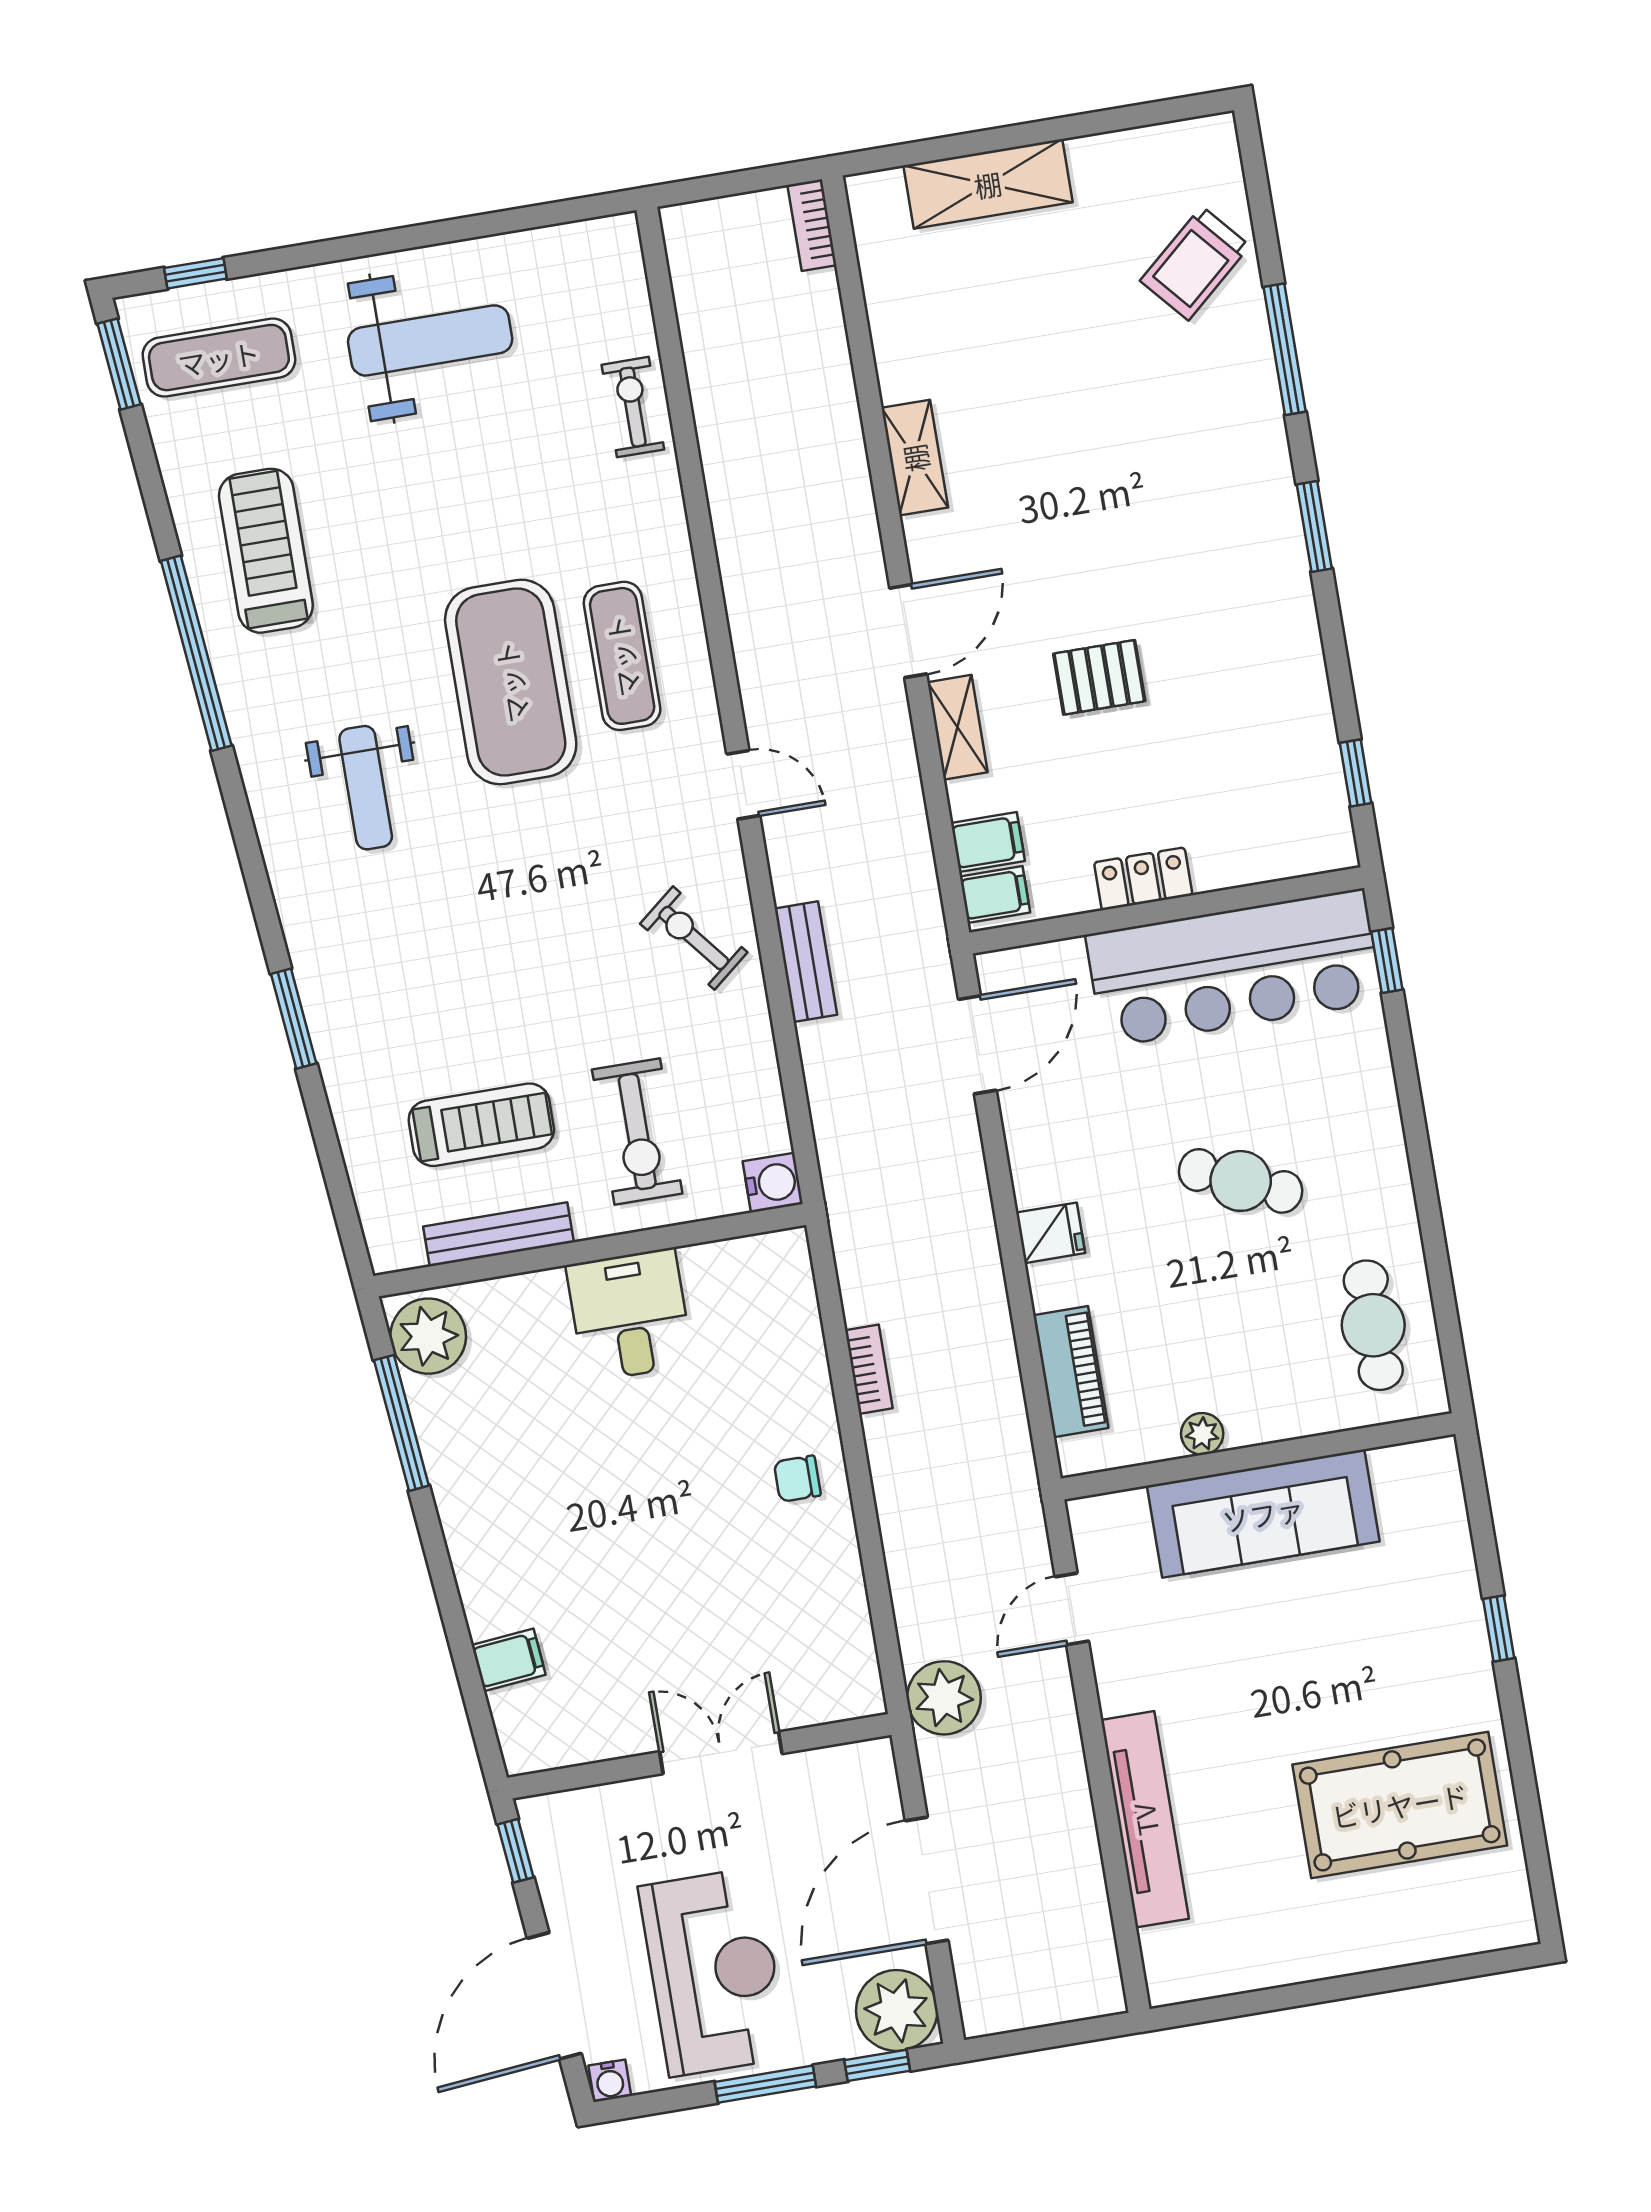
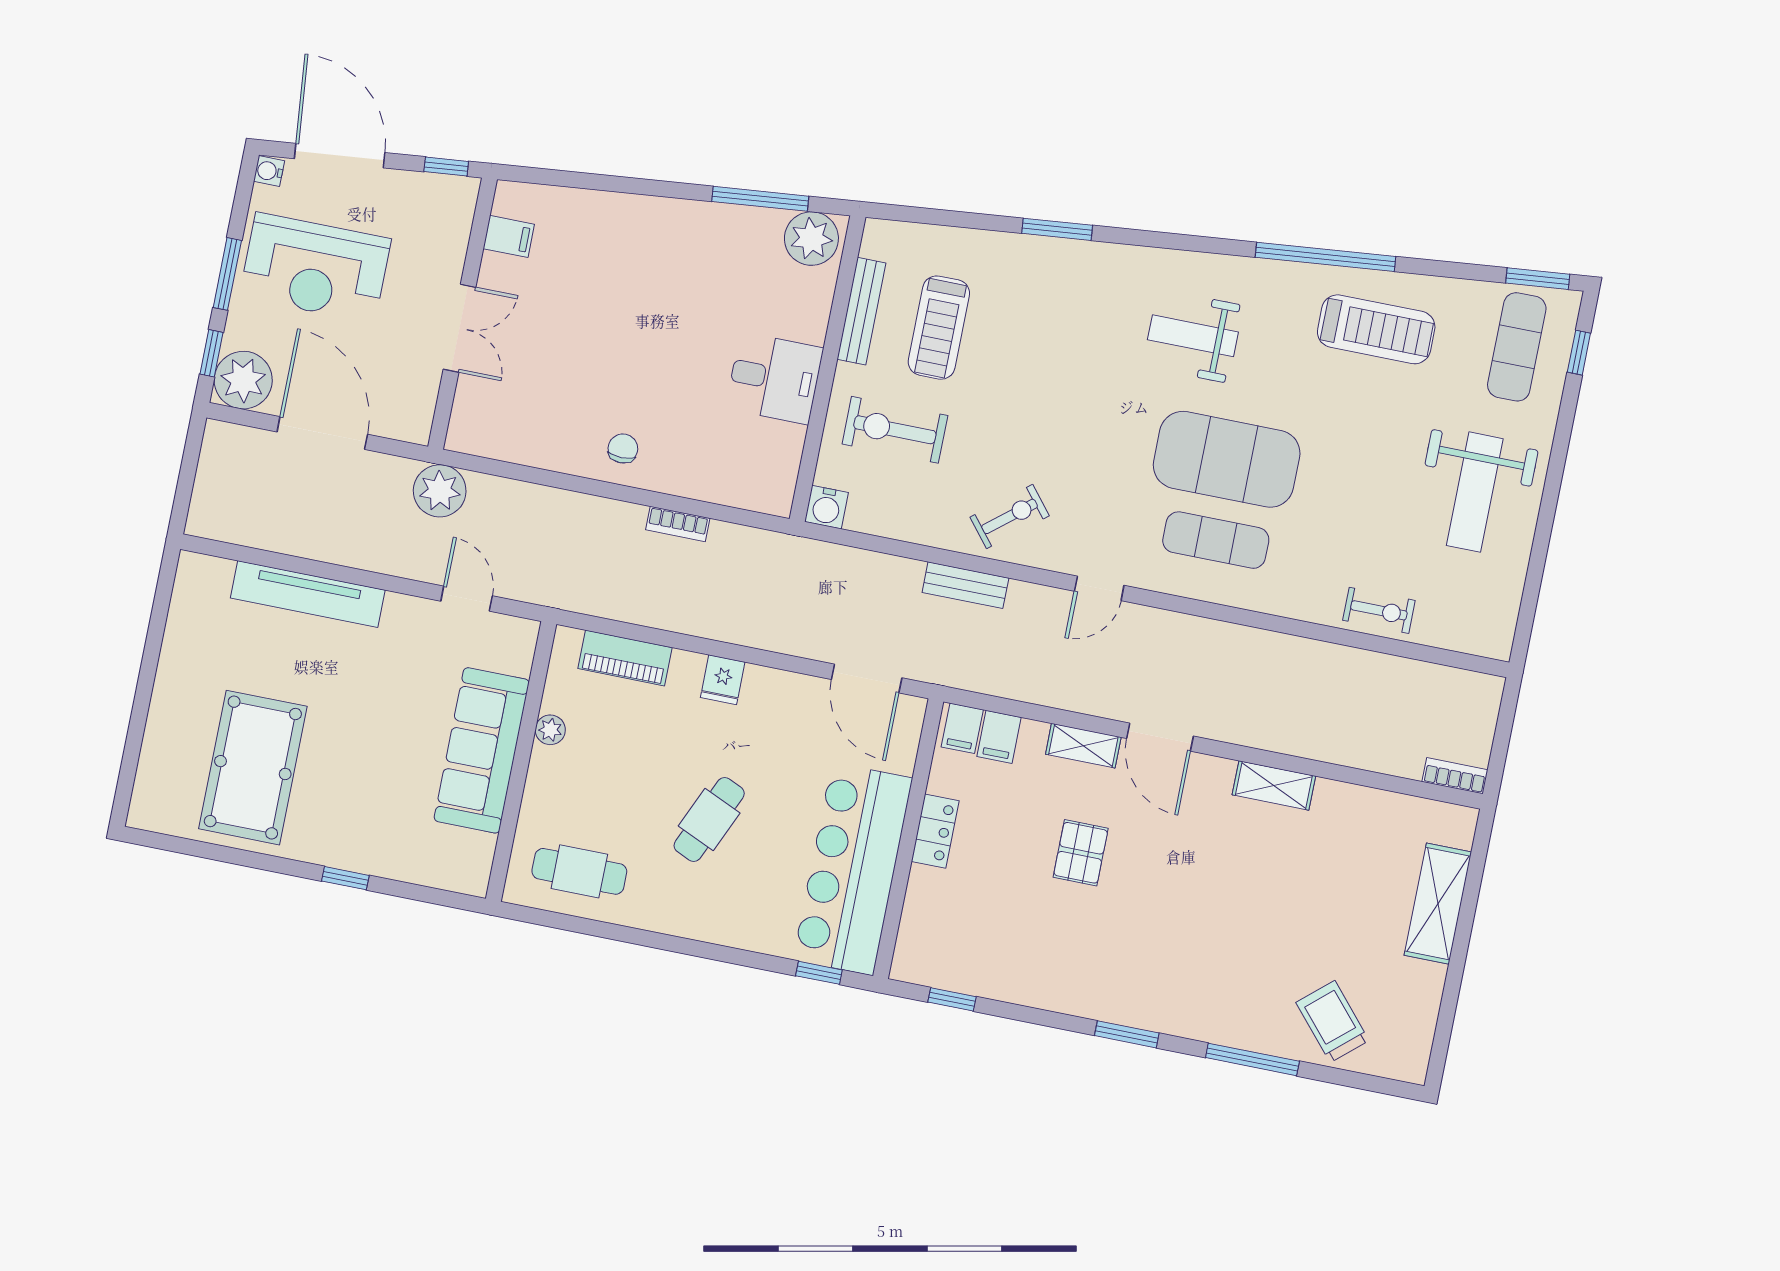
filing cabinet: (509, 1660) -> (509, 236), moved, turned -85

